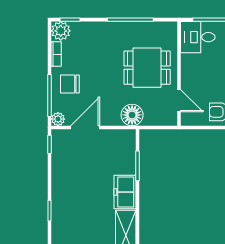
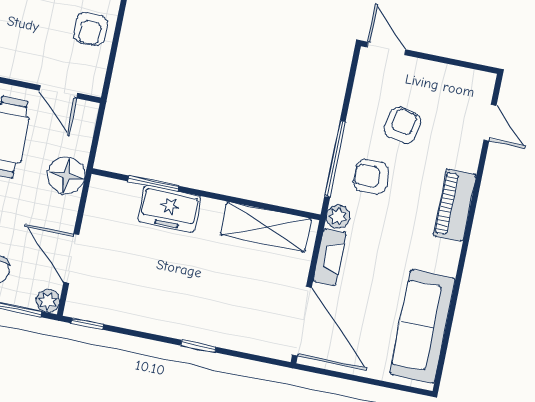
door: (179, 101) -> (58, 92), swing flipped
freezer: (125, 192) -> (169, 209), moved

